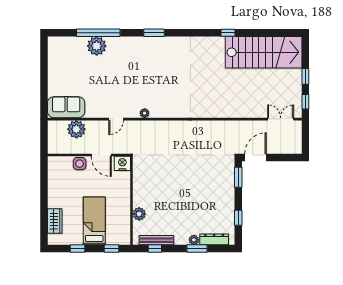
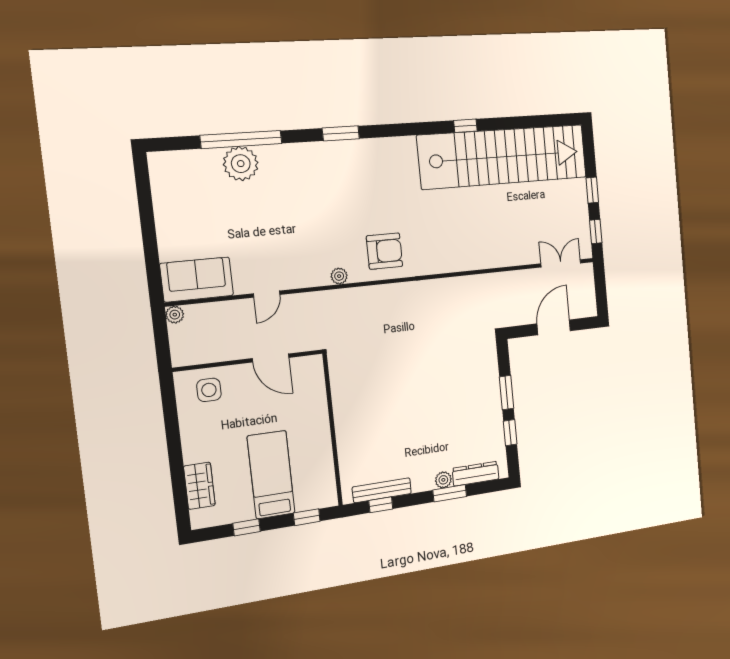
stairs: (264, 52) -> (503, 157), width x1.36
armchair: (172, 101) -> (385, 251), added
door: (116, 119) -> (267, 294), moved
plant: (76, 129) -> (175, 315), moved, width x0.53, depth x0.53
door: (256, 157) -> (554, 327), moved
nightstand: (122, 163) -> (310, 368), removed
side table: (80, 164) -> (209, 390), moved
window: (238, 177) -> (506, 393), moved
plant: (139, 214) -> (348, 451), removed

